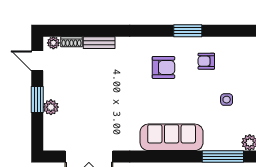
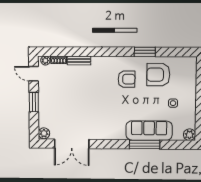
armchair: (206, 61) -> (158, 75), width x1.88, depth x1.88
plant: (51, 107) -> (44, 133), moved
sofa: (172, 137) -> (149, 131), moved
window: (223, 157) -> (145, 145), moved

